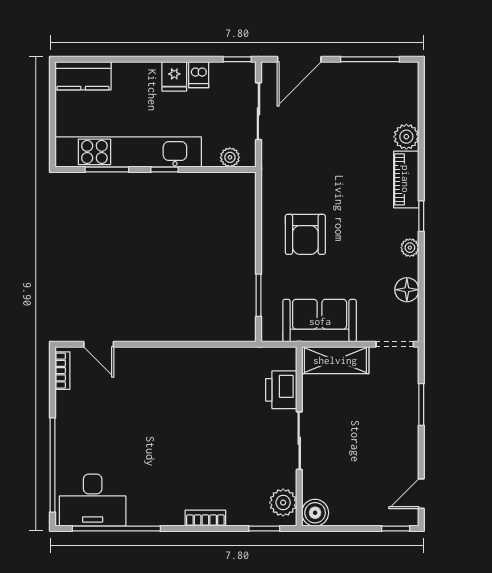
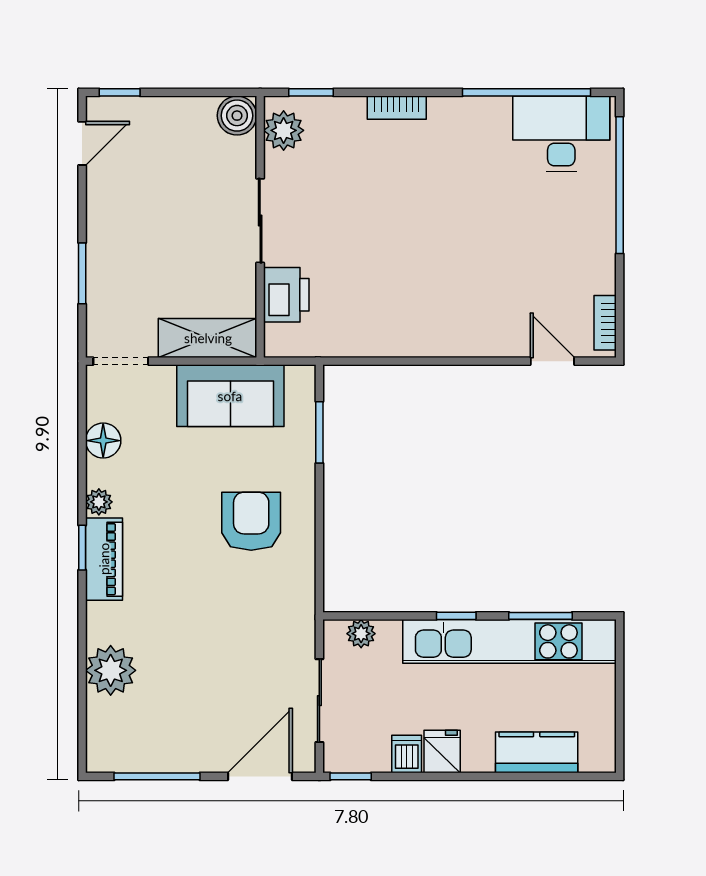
kitchen counter: (83, 76) -> (537, 752), moved
plant: (406, 137) -> (111, 670), width x1.36, depth x1.36
piano: (406, 179) -> (104, 559), moved

